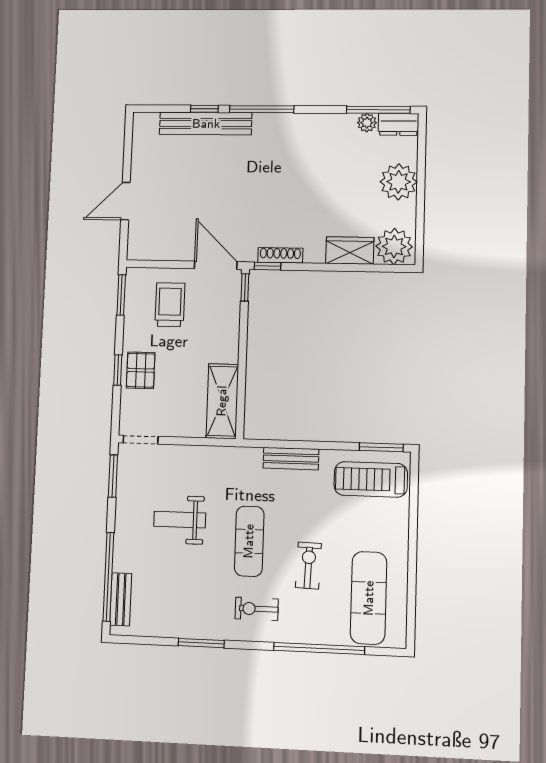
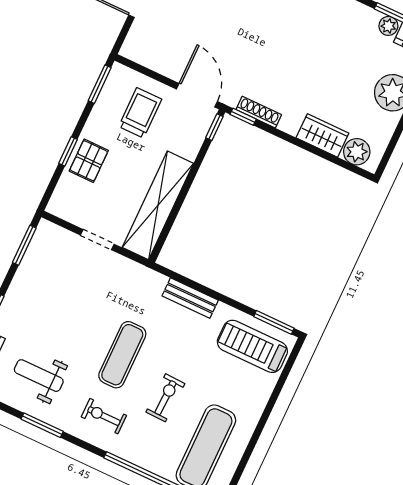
plant: (394, 246) -> (357, 152), width x0.73, depth x0.73
shelving: (222, 401) -> (158, 205), width x1.47
doorway: (141, 440) -> (97, 240), moved
weight bench: (180, 520) -> (39, 376), moved

